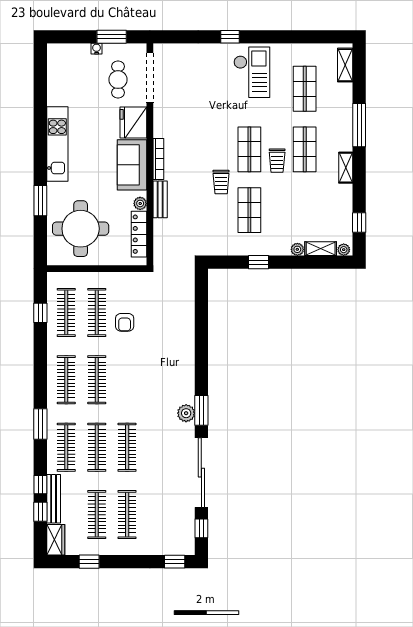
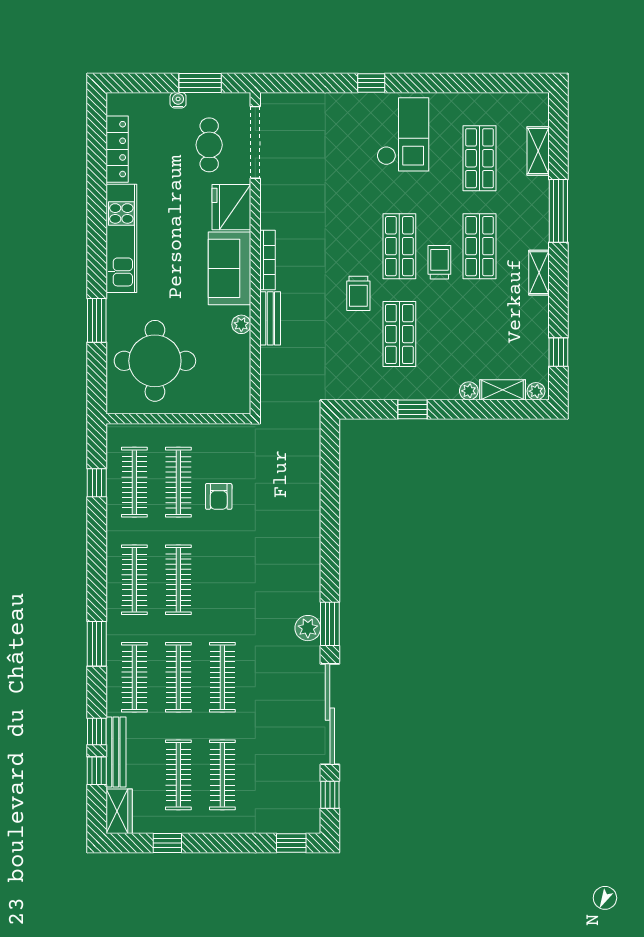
shelving: (345, 65) -> (538, 151), moved
trolley: (277, 161) -> (439, 262), turned 180
locker: (139, 234) -> (117, 149), moved, turned 180

